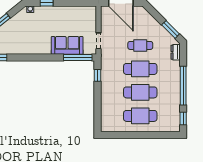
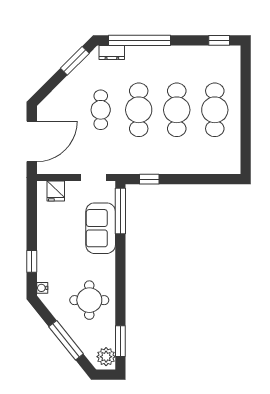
fridge: (90, 18) -> (56, 191), added
round table: (23, 38) -> (89, 300), added
window: (183, 86) -> (140, 40), moved

